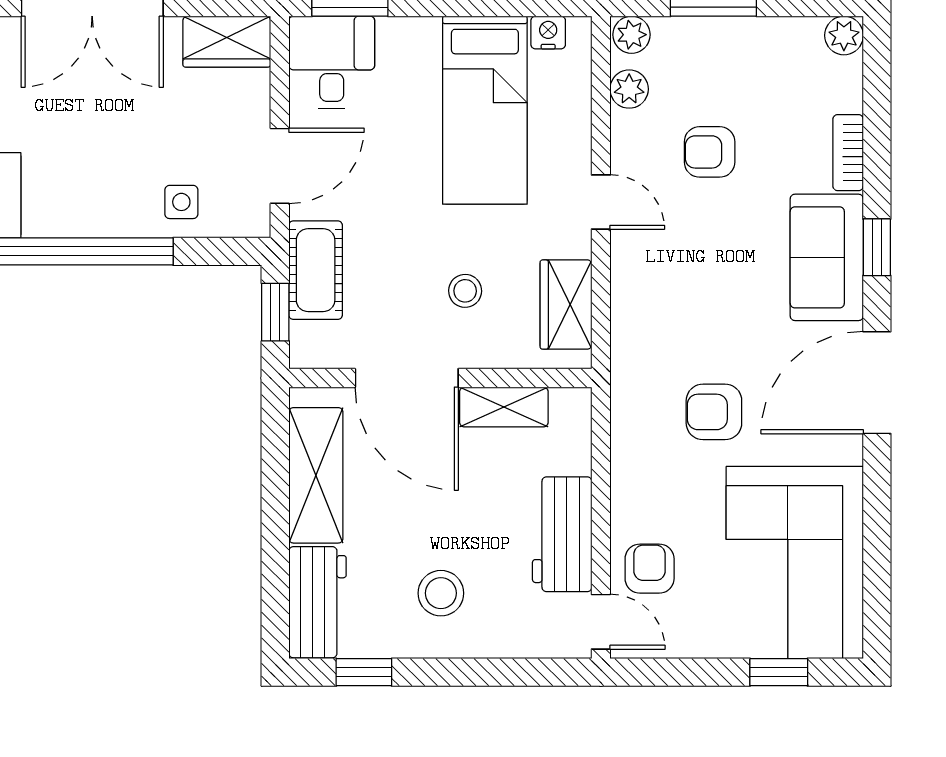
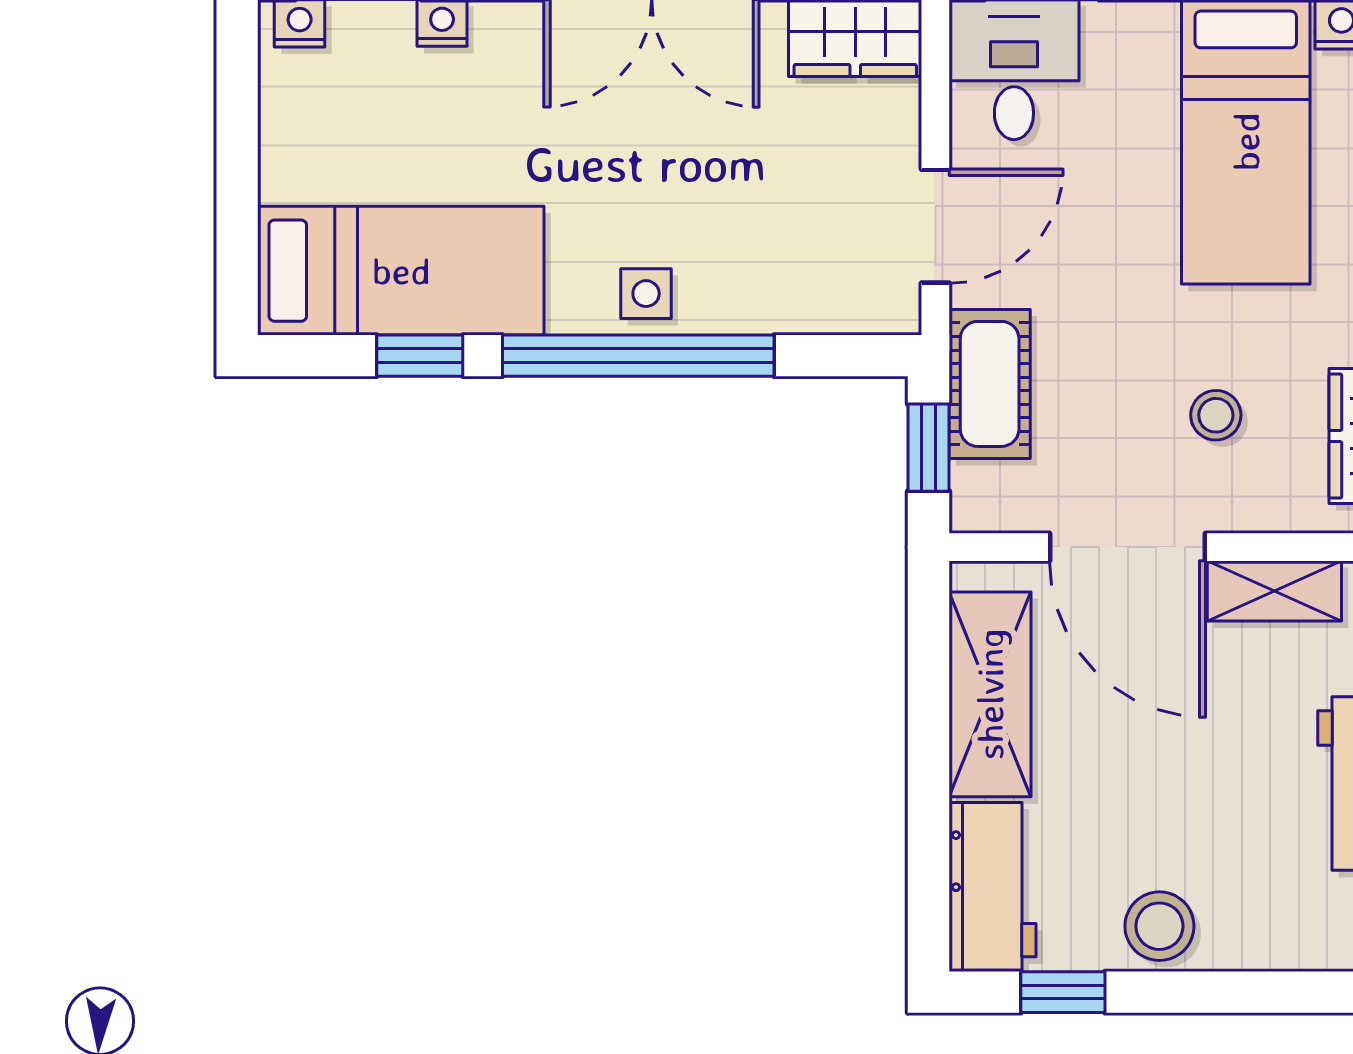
side table: (181, 202) -> (646, 294), moved
stool: (441, 593) -> (1159, 926), moved

